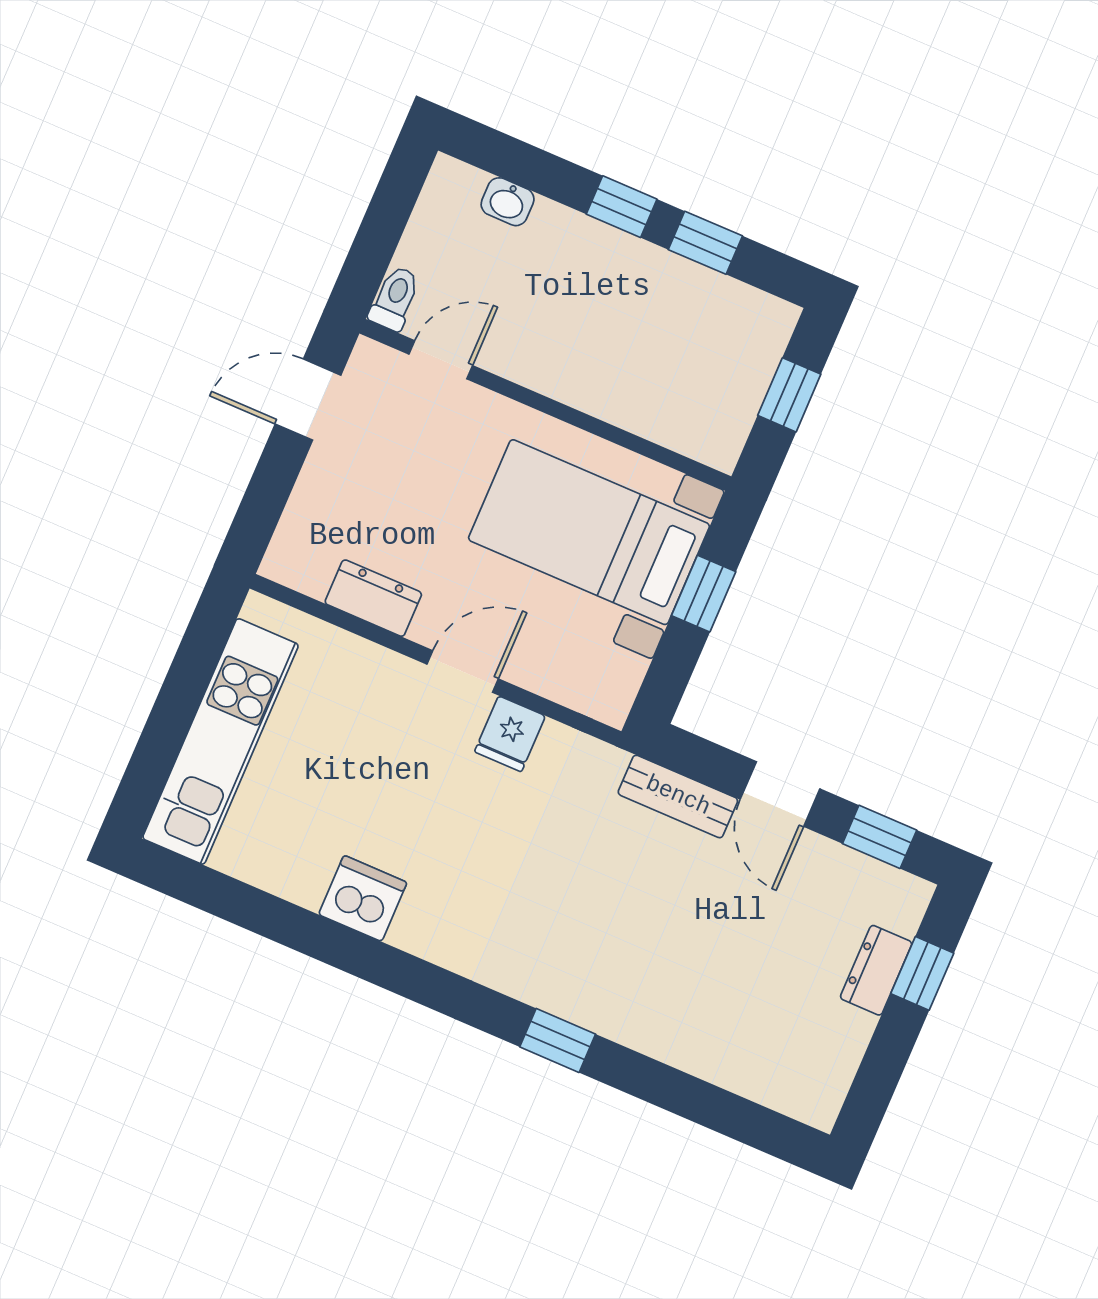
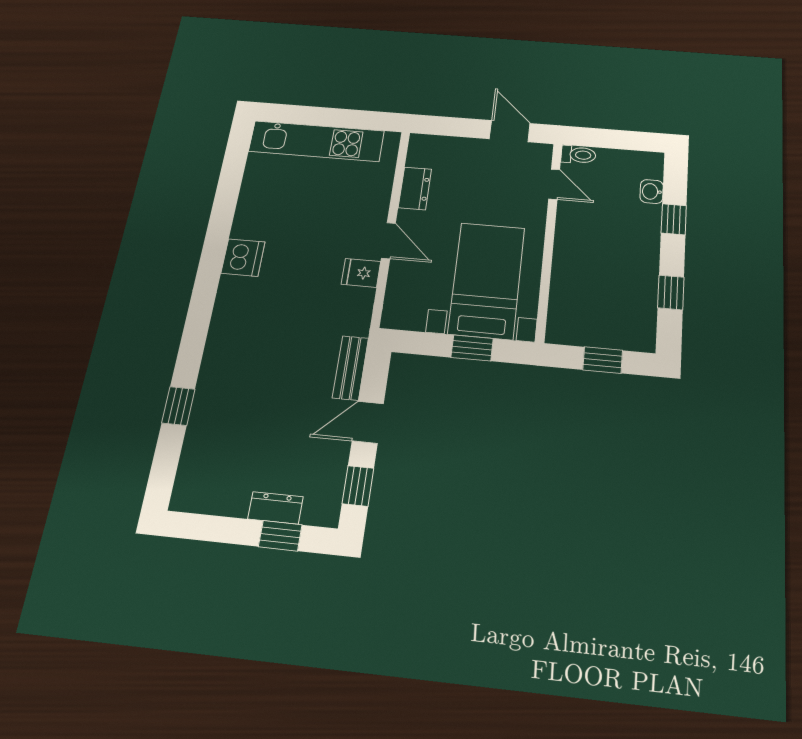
window: (622, 207) -> (674, 219), moved
dishwasher: (363, 898) -> (243, 258), moved
window: (558, 1040) -> (178, 406), moved

